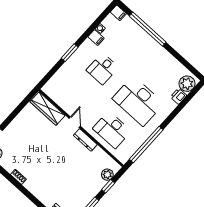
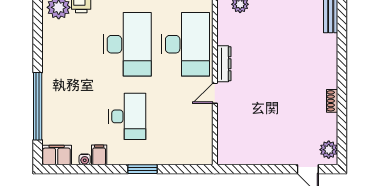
filing cabinet: (118, 13) -> (57, 155), width x2.00
desk: (102, 69) -> (127, 116), width x1.37
wardrobe: (47, 109) -> (227, 137), removed
desk: (112, 130) -> (186, 44), width x1.36, depth x1.30

